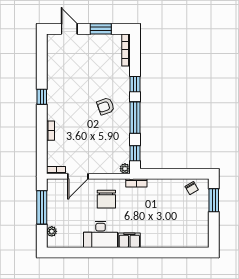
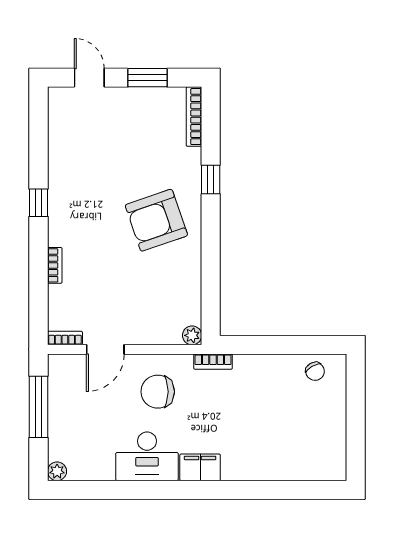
armchair: (106, 106) -> (156, 220), width x1.88, depth x1.88
window: (135, 118) -> (211, 241), removed
window: (135, 153) -> (211, 307), removed
chair: (106, 199) -> (158, 392), turned 90
window: (214, 200) -> (356, 394), removed
plant: (52, 231) -> (57, 471), moved

